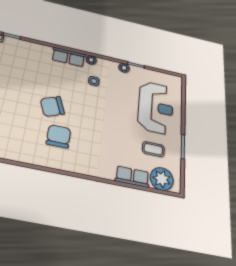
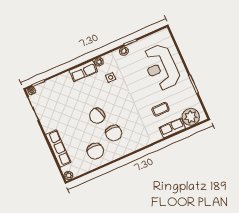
reception desk: (156, 107) -> (161, 67), turned 180
chair: (59, 136) -> (114, 133), turned 180
chair: (22, 141) -> (95, 151), added
coffee table: (153, 149) -> (160, 109), moved

